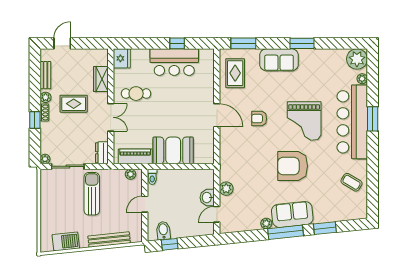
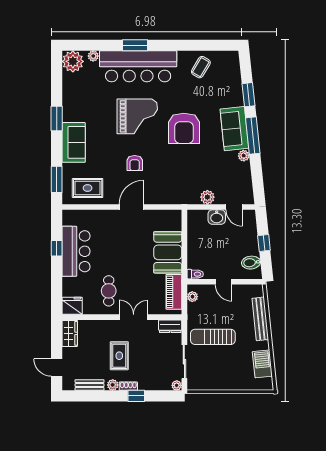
wardrobe: (101, 79) -> (70, 333), moved, turned -90
window: (170, 244) -> (264, 243), moved

